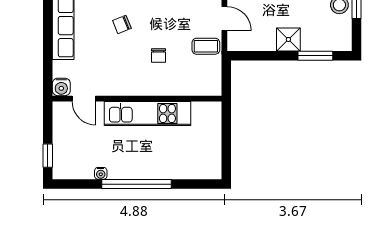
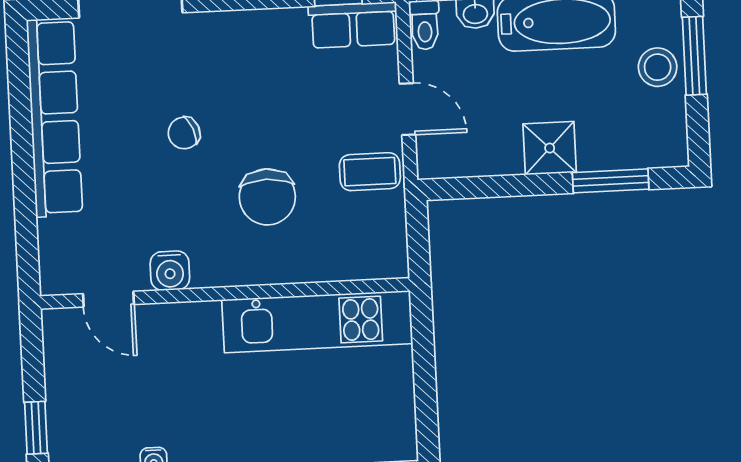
chair: (158, 55) -> (267, 197), width x1.87, depth x1.87
water cooler: (61, 87) -> (170, 271), moved
kitchen unit: (148, 113) -> (317, 322), moved

